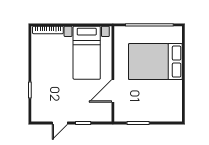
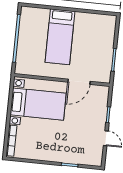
bed: (155, 62) -> (60, 37), width x0.67
door: (113, 91) -> (79, 82), hinge flipped

